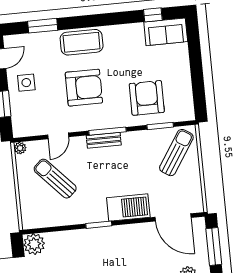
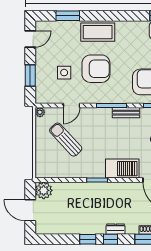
side table: (26, 83) -> (64, 73), moved
bench: (104, 140) -> (126, 113), moved

